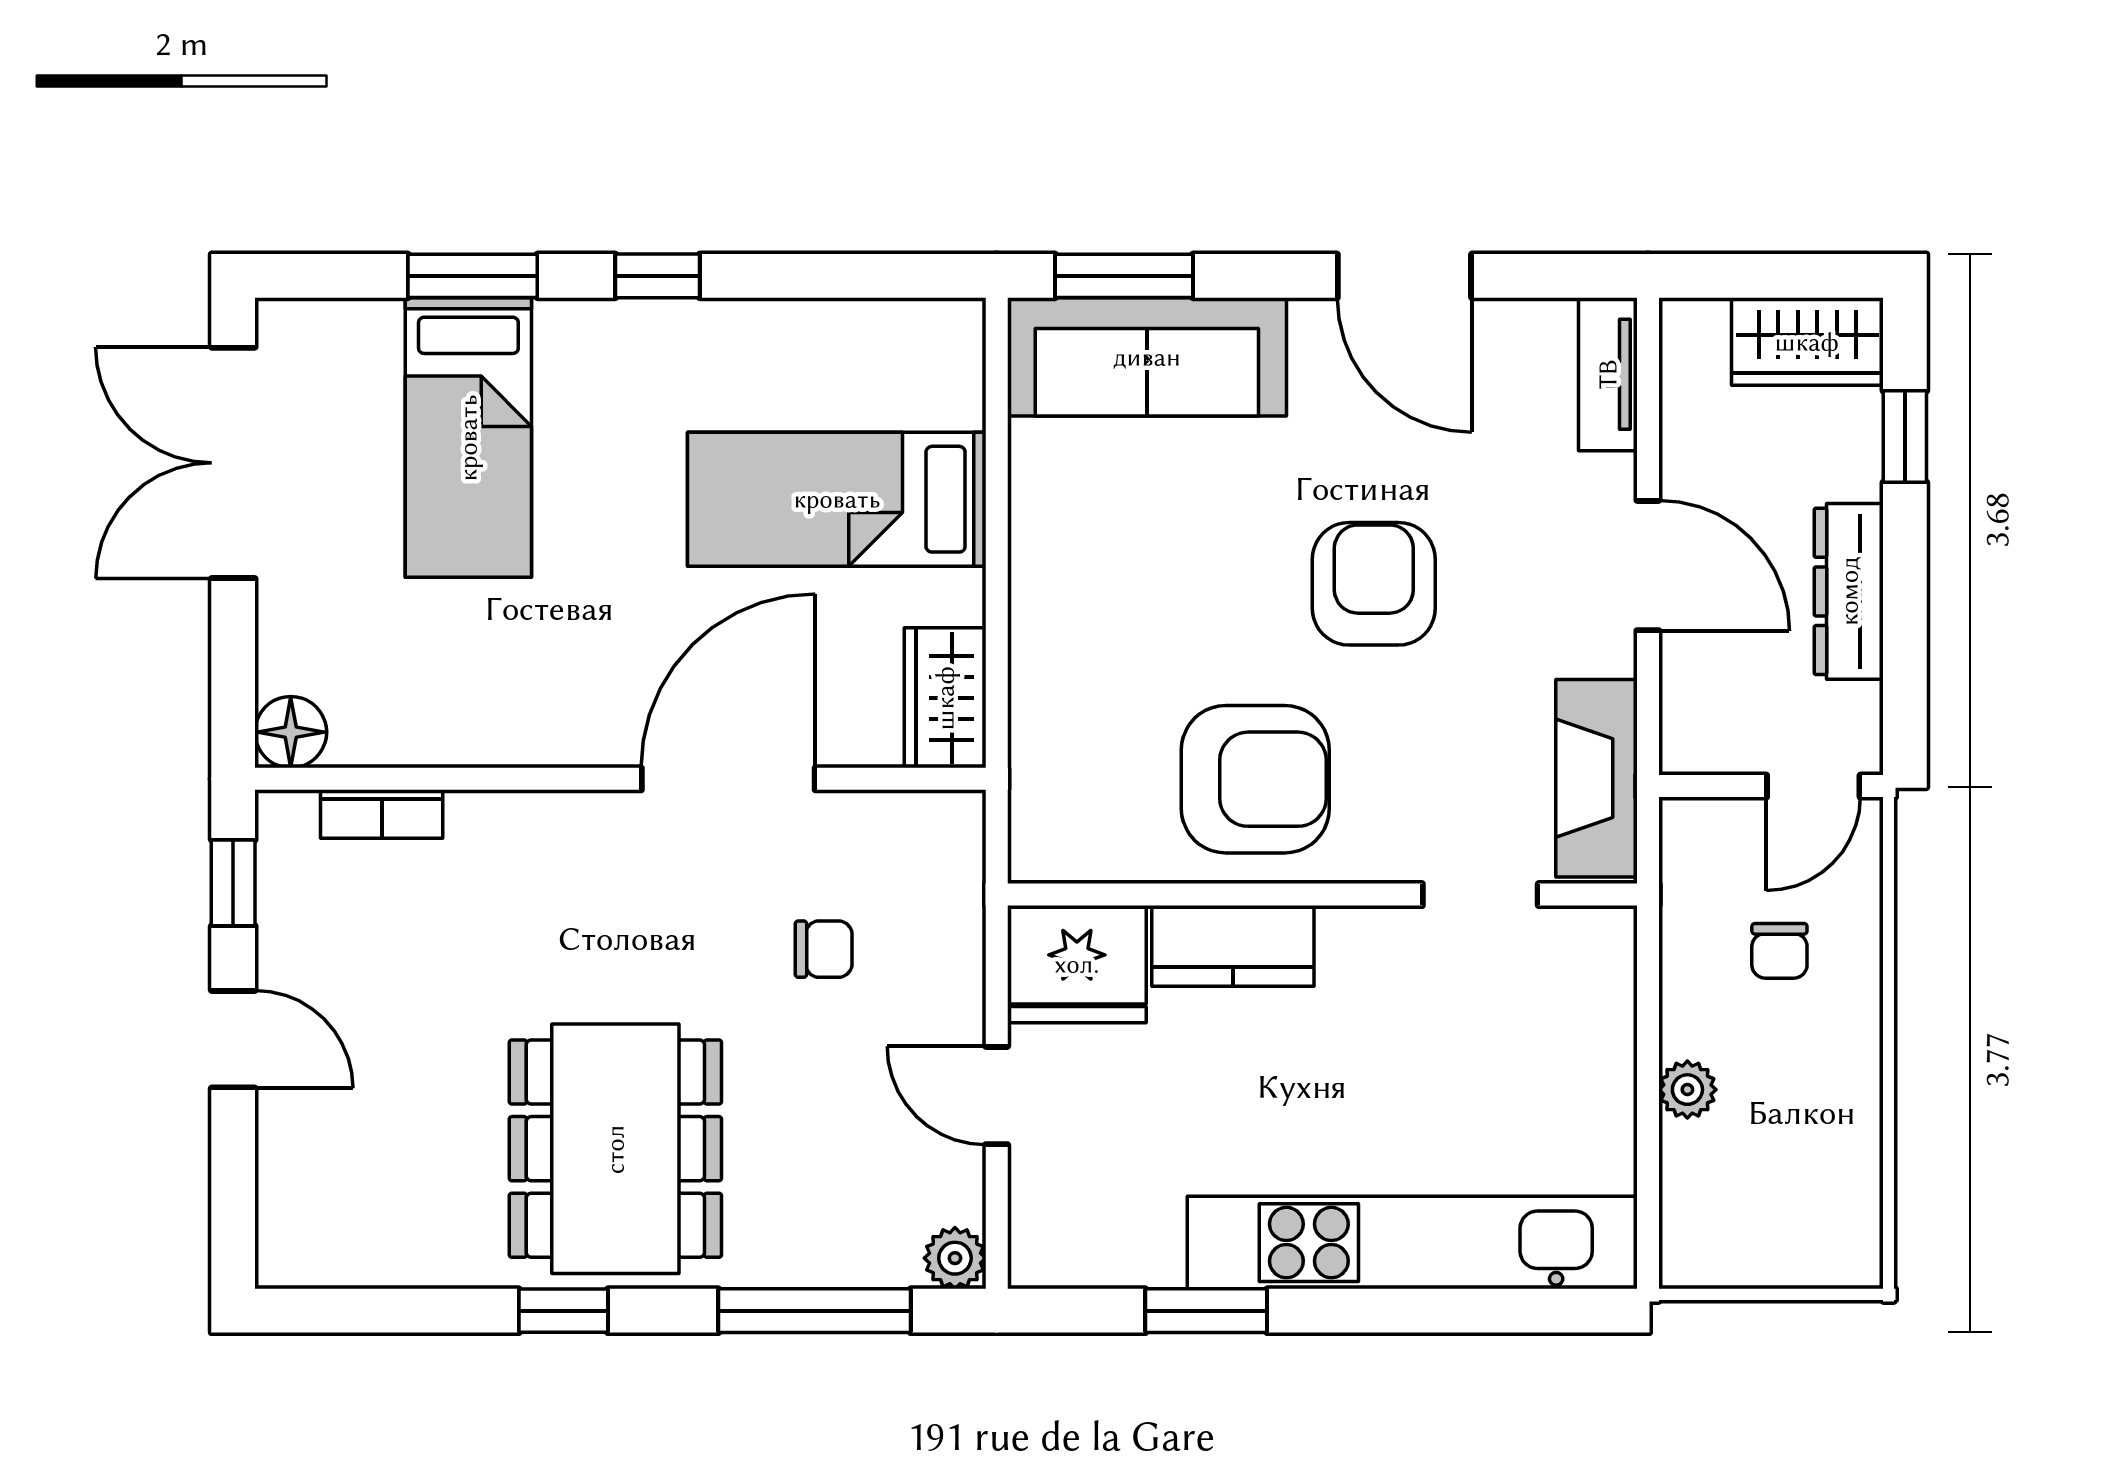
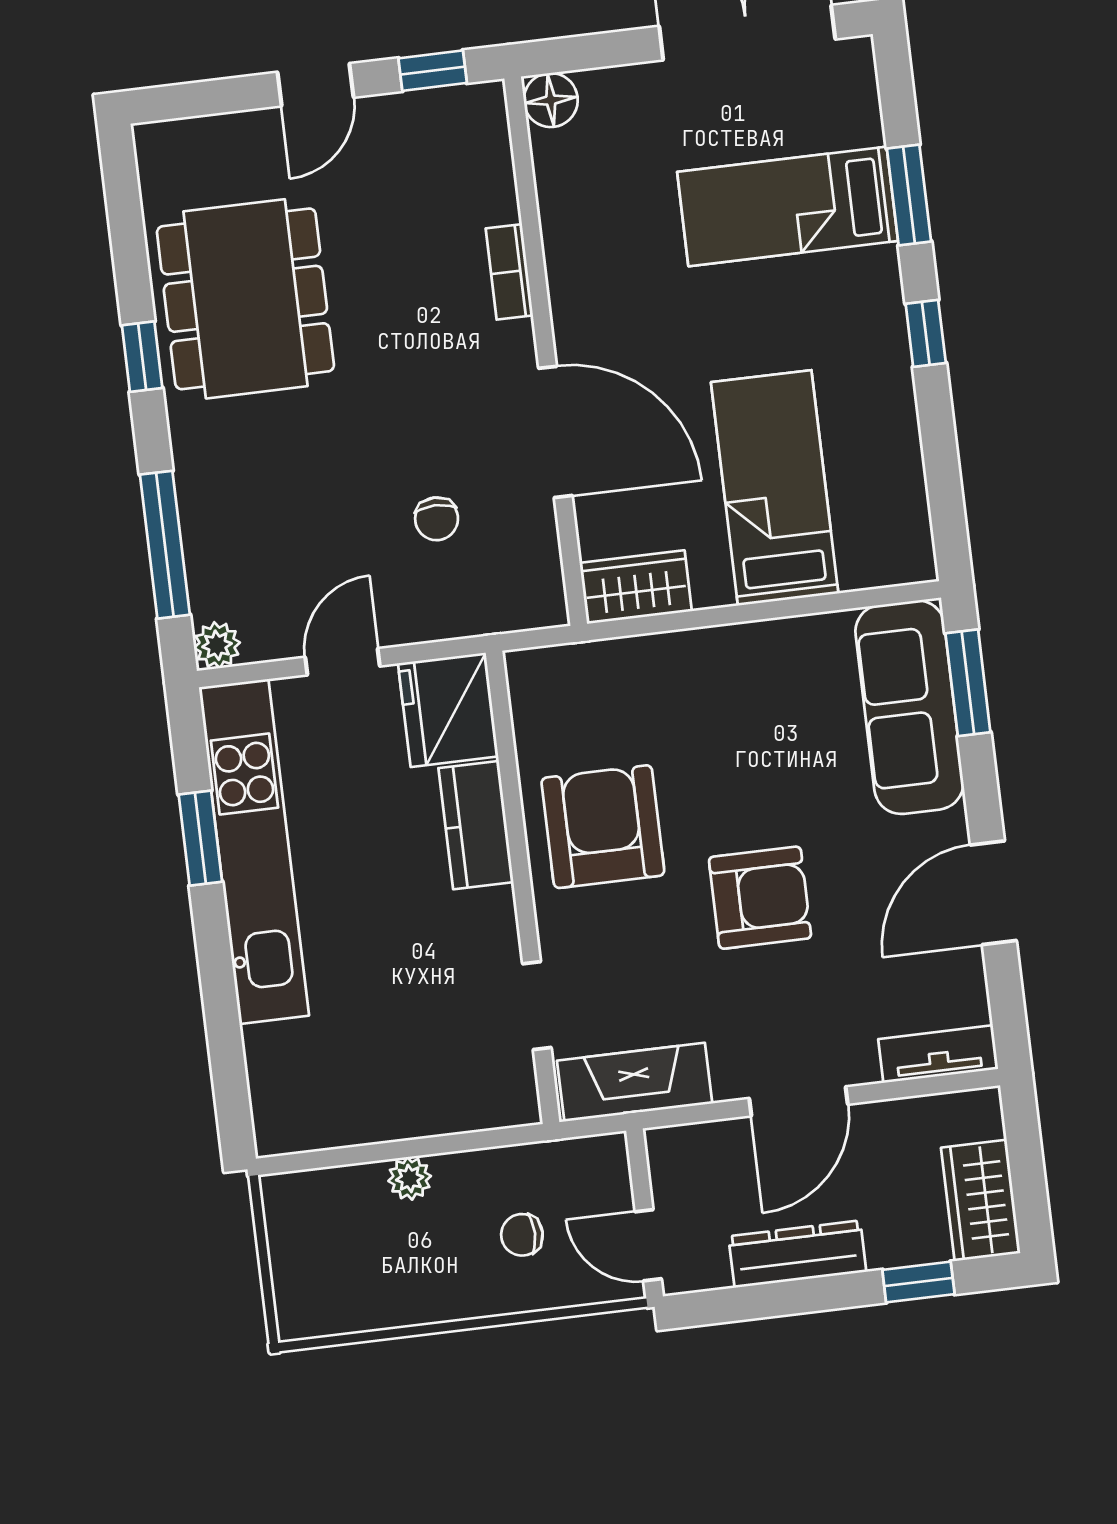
armchair: (1255, 779) -> (603, 827), turned 180
bookcase: (382, 814) -> (509, 272), moved
dining table: (615, 1149) -> (245, 299), moved, turned 90
kitchen unit: (1412, 1243) -> (254, 851), moved

